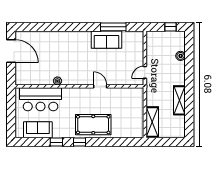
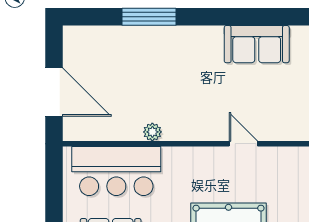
window: (113, 27) -> (149, 17), moved
door: (11, 51) -> (54, 92), moved

